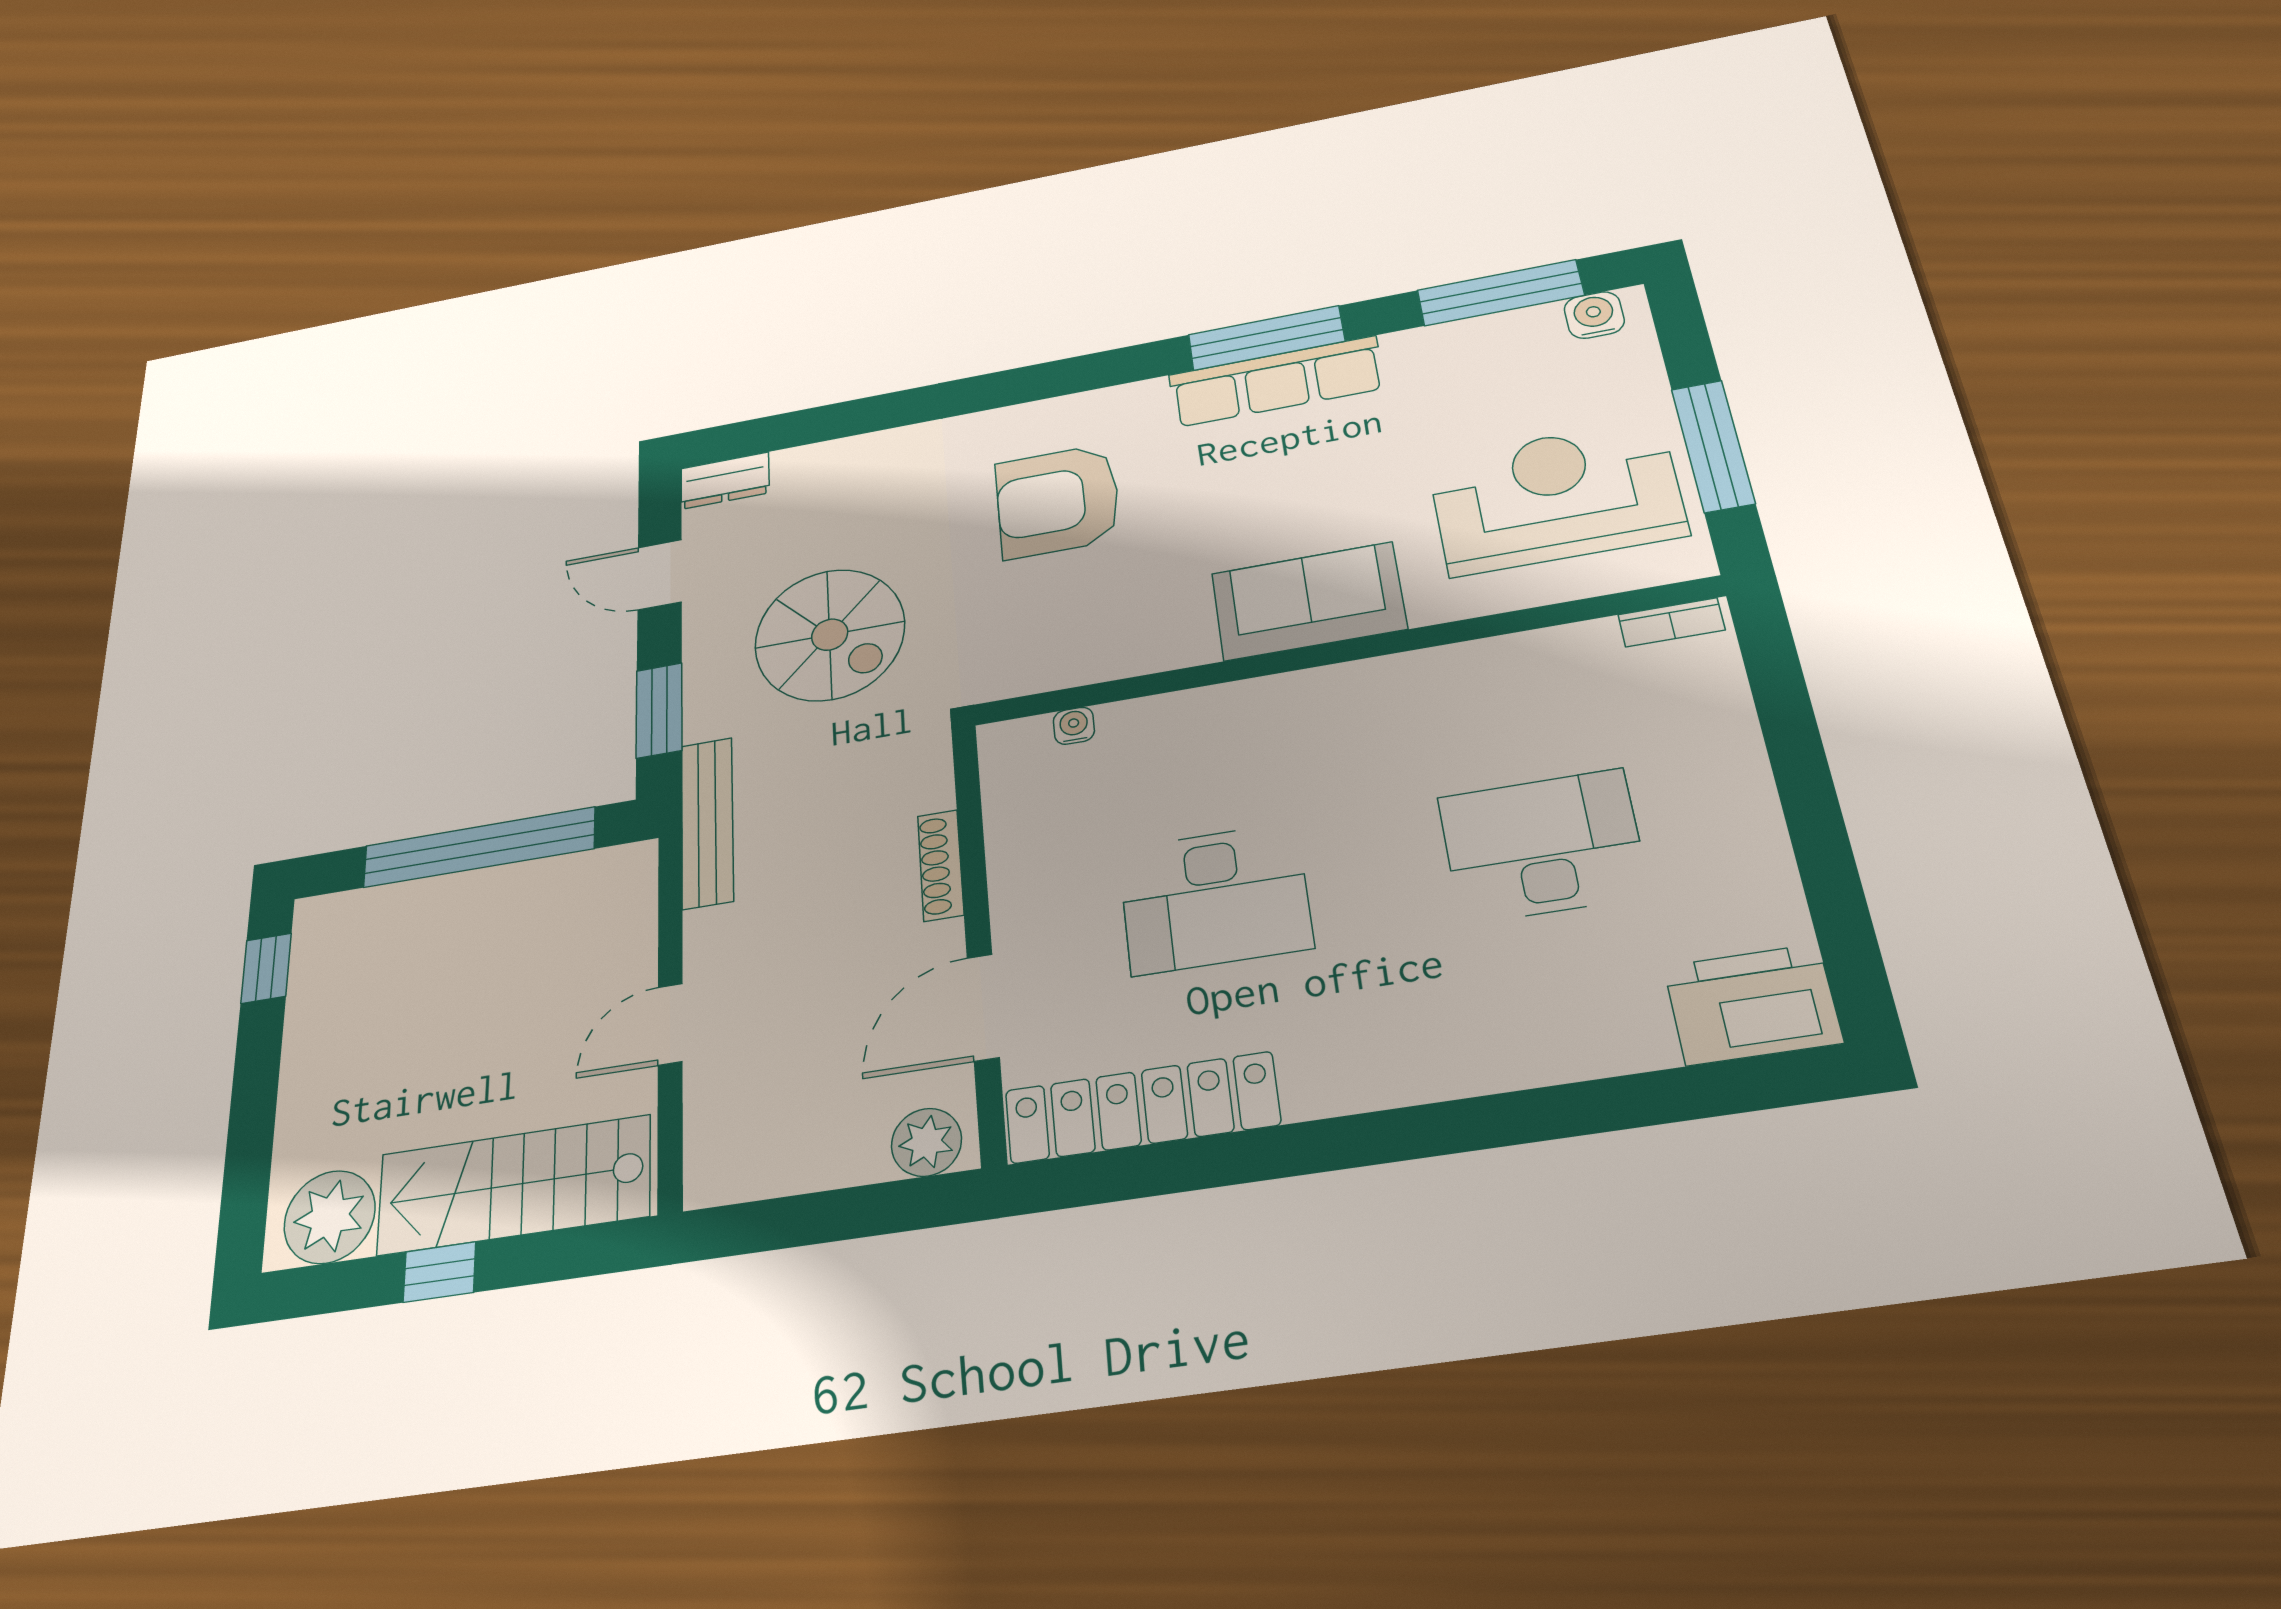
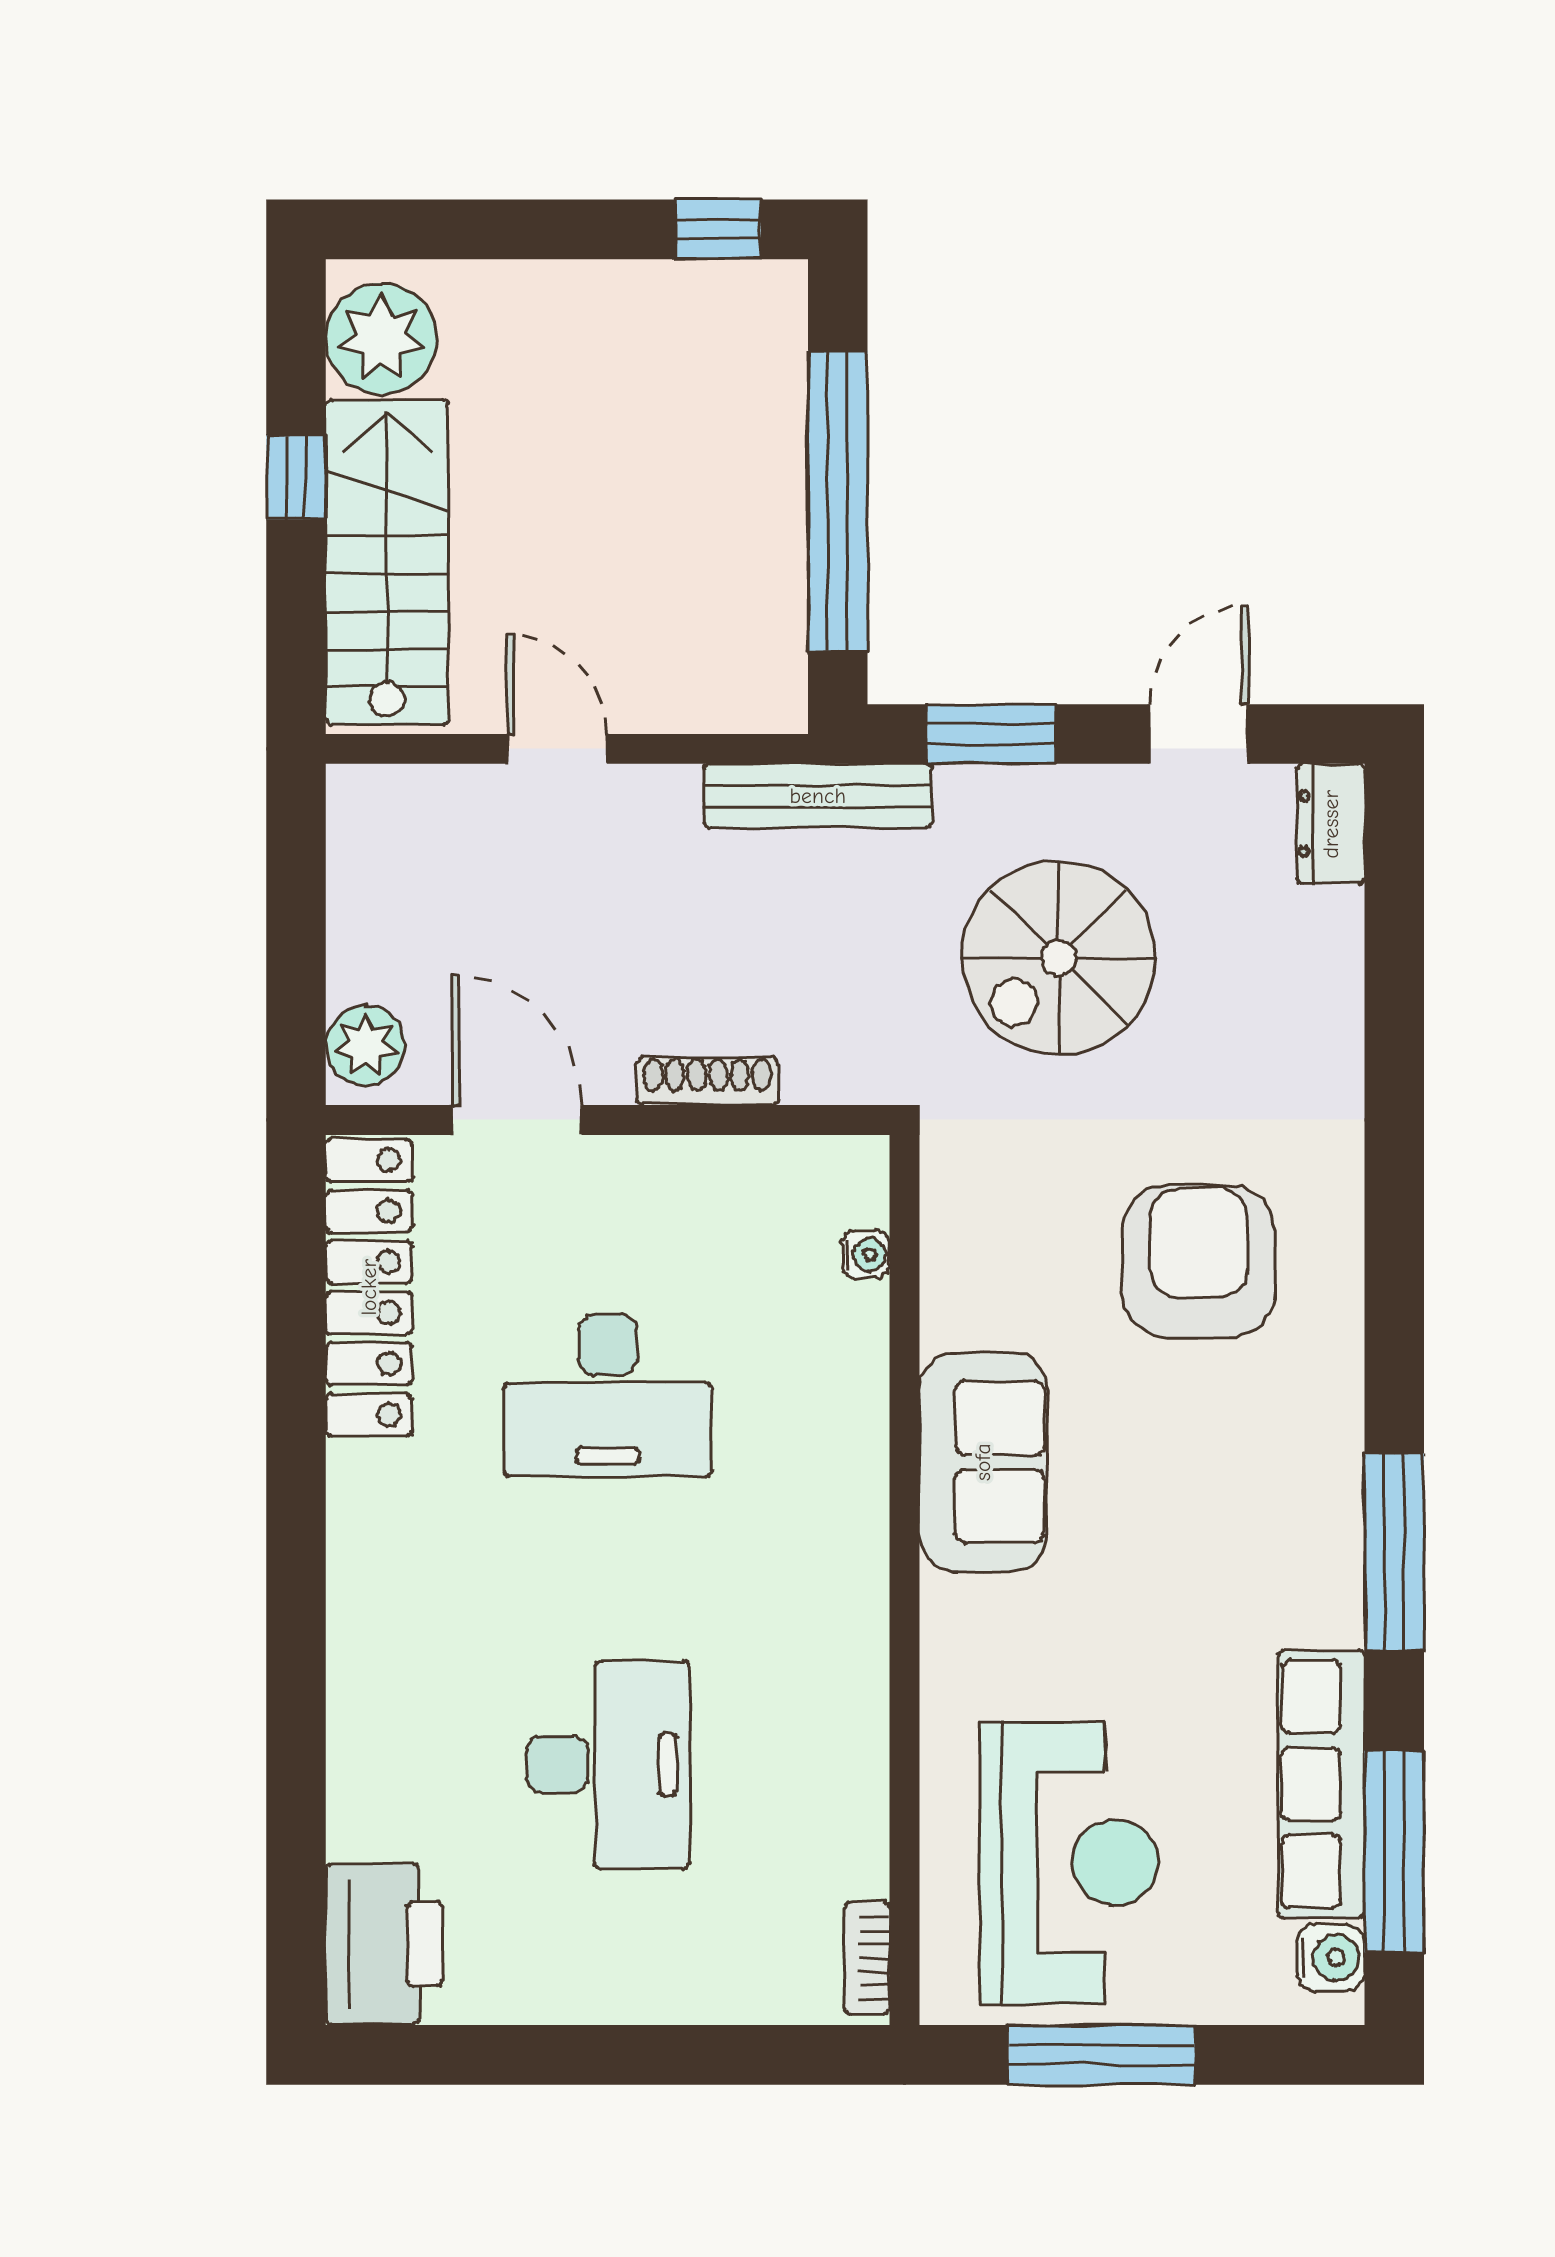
row of seats: (1276, 382) -> (1321, 1784), moved
sofa: (1309, 601) -> (983, 1462), moved
desk: (1215, 898) -> (608, 1395), turned -90

